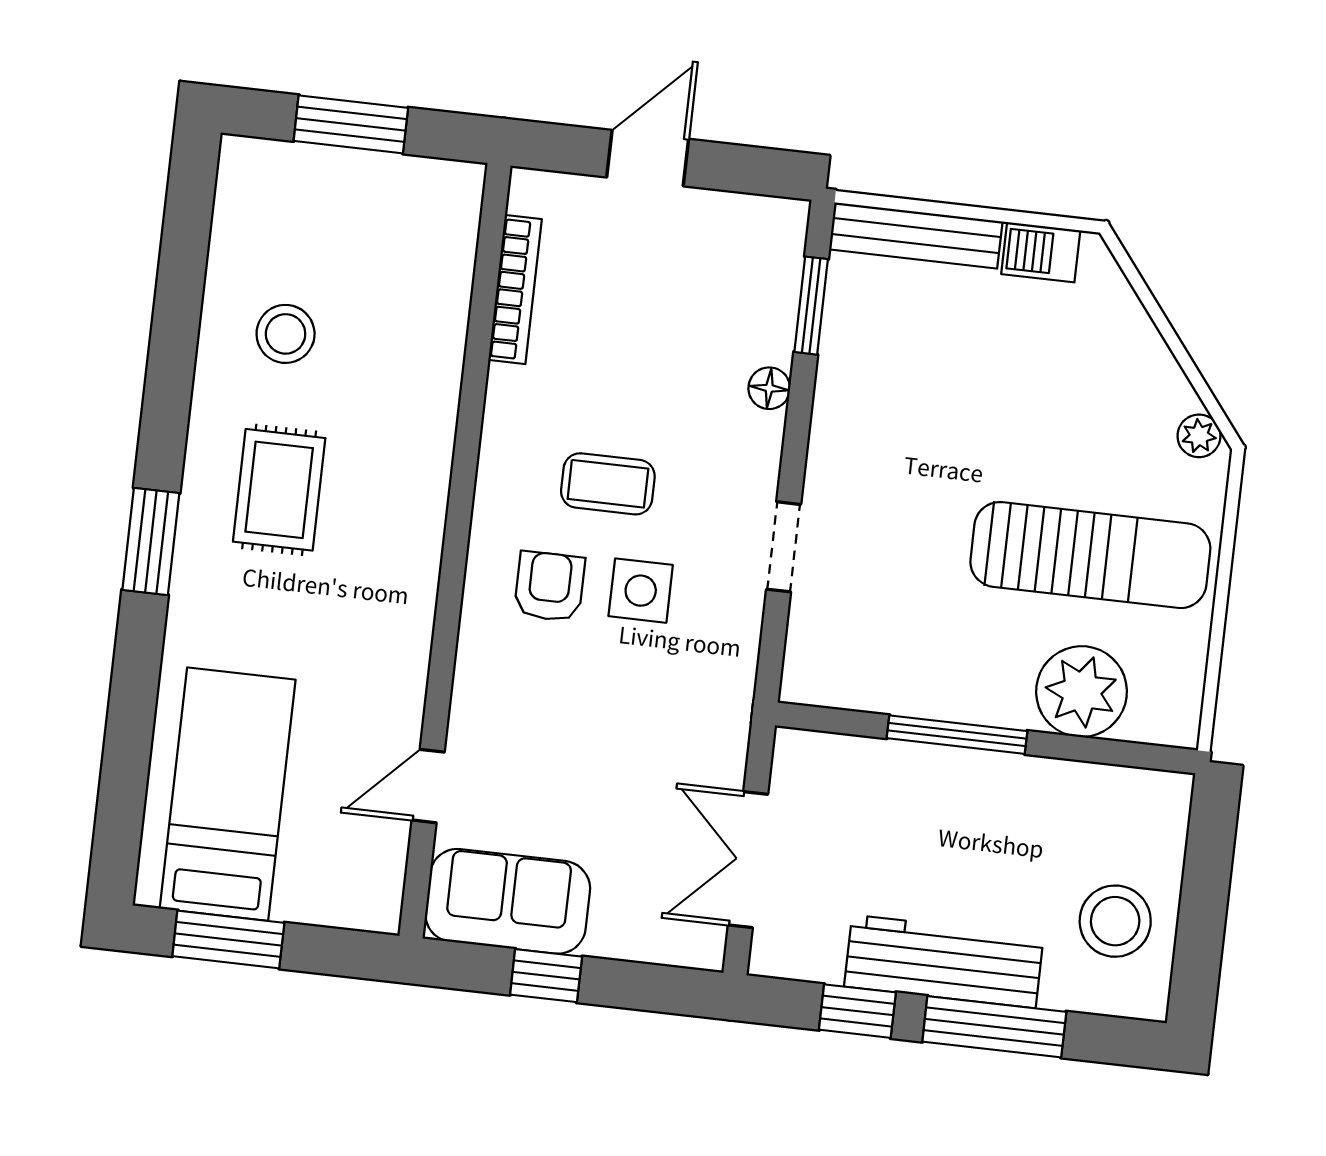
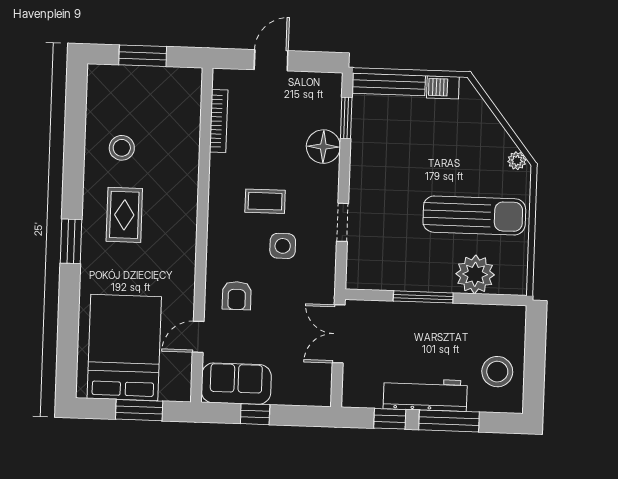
floor lamp: (769, 388) -> (323, 147), width x1.89, depth x1.89
armchair: (550, 587) -> (237, 296), moved, turned 180
bed: (228, 794) -> (124, 347), width x1.50
double door: (748, 860) -> (339, 334), moved
window: (228, 939) -> (139, 410), moved

